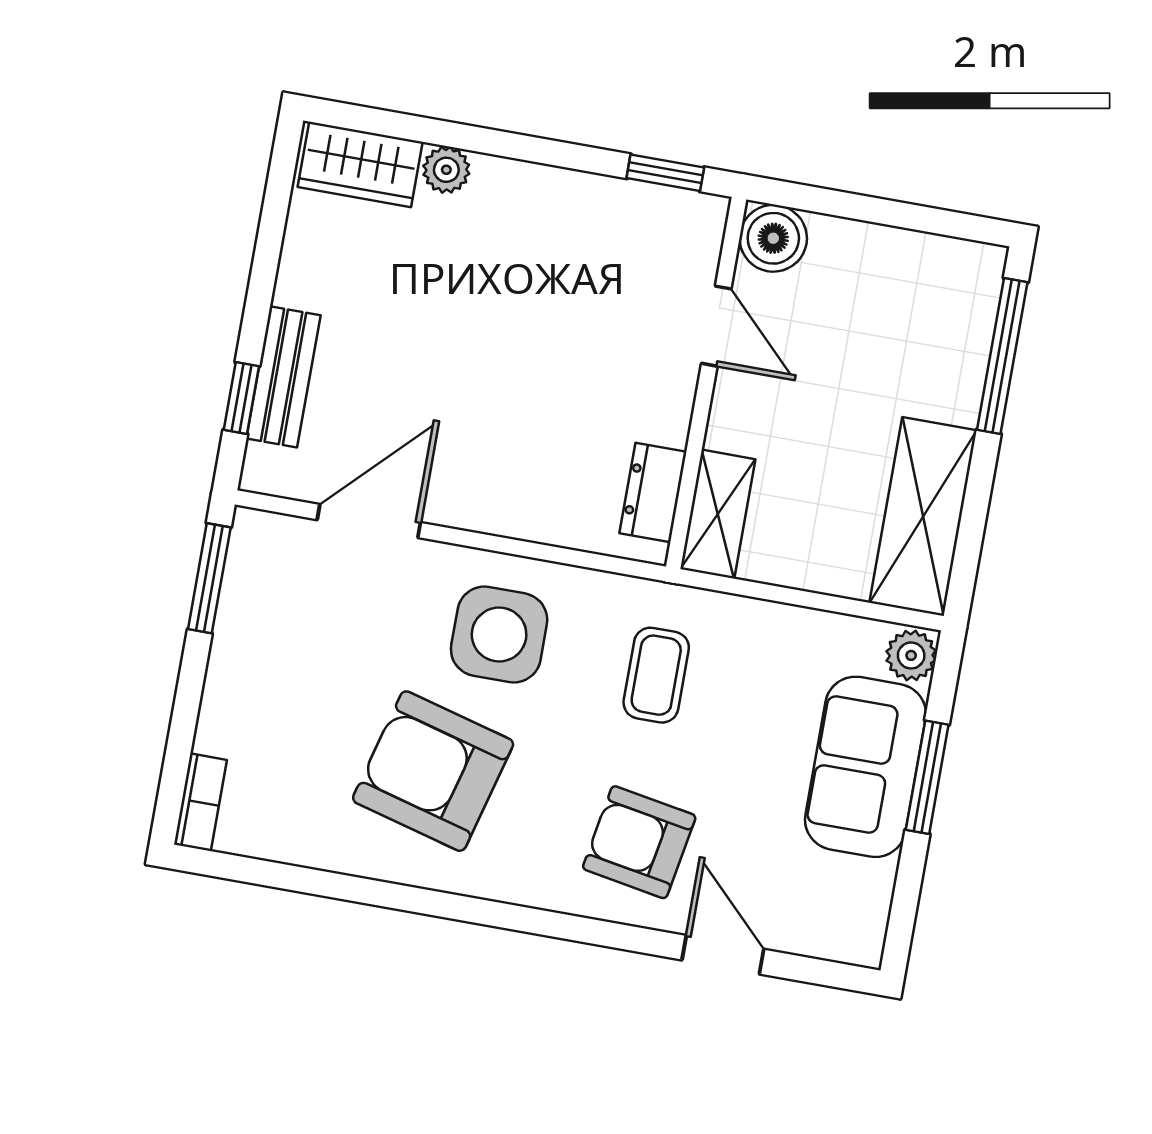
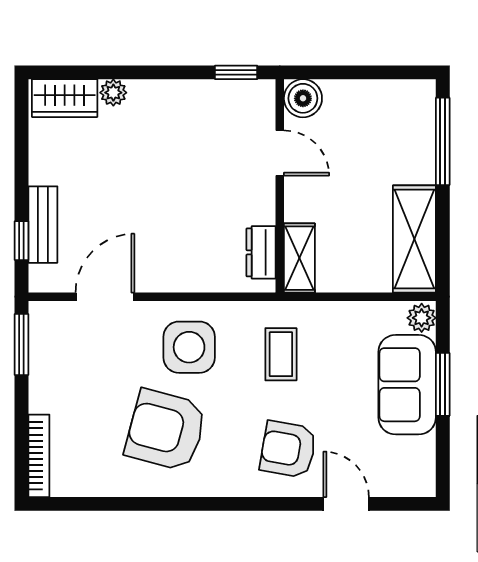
bookcase: (200, 802) -> (39, 456), width x1.56

